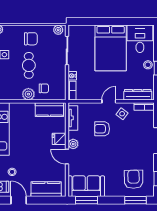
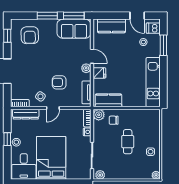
chair: (31, 39) -> (126, 167), removed
plant: (28, 94) -> (99, 115), moved
armchair: (102, 129) -> (59, 82), turned 180
window: (135, 200) -> (47, 16), moved

